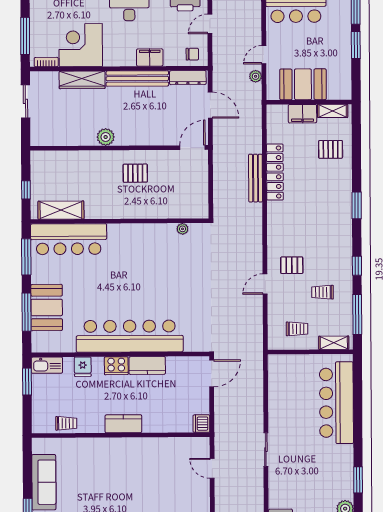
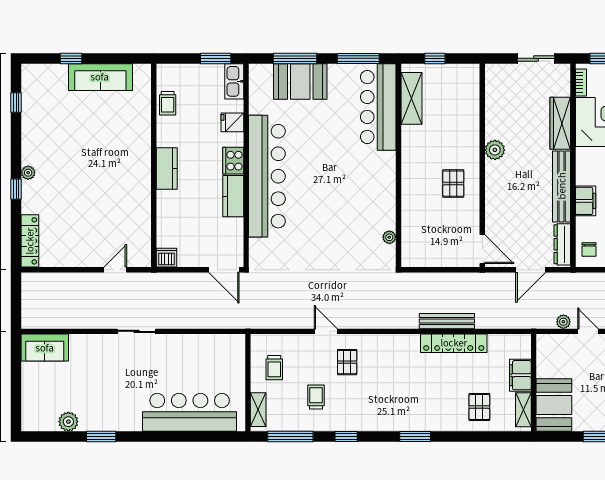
booth: (303, 84) -> (554, 405), moved

